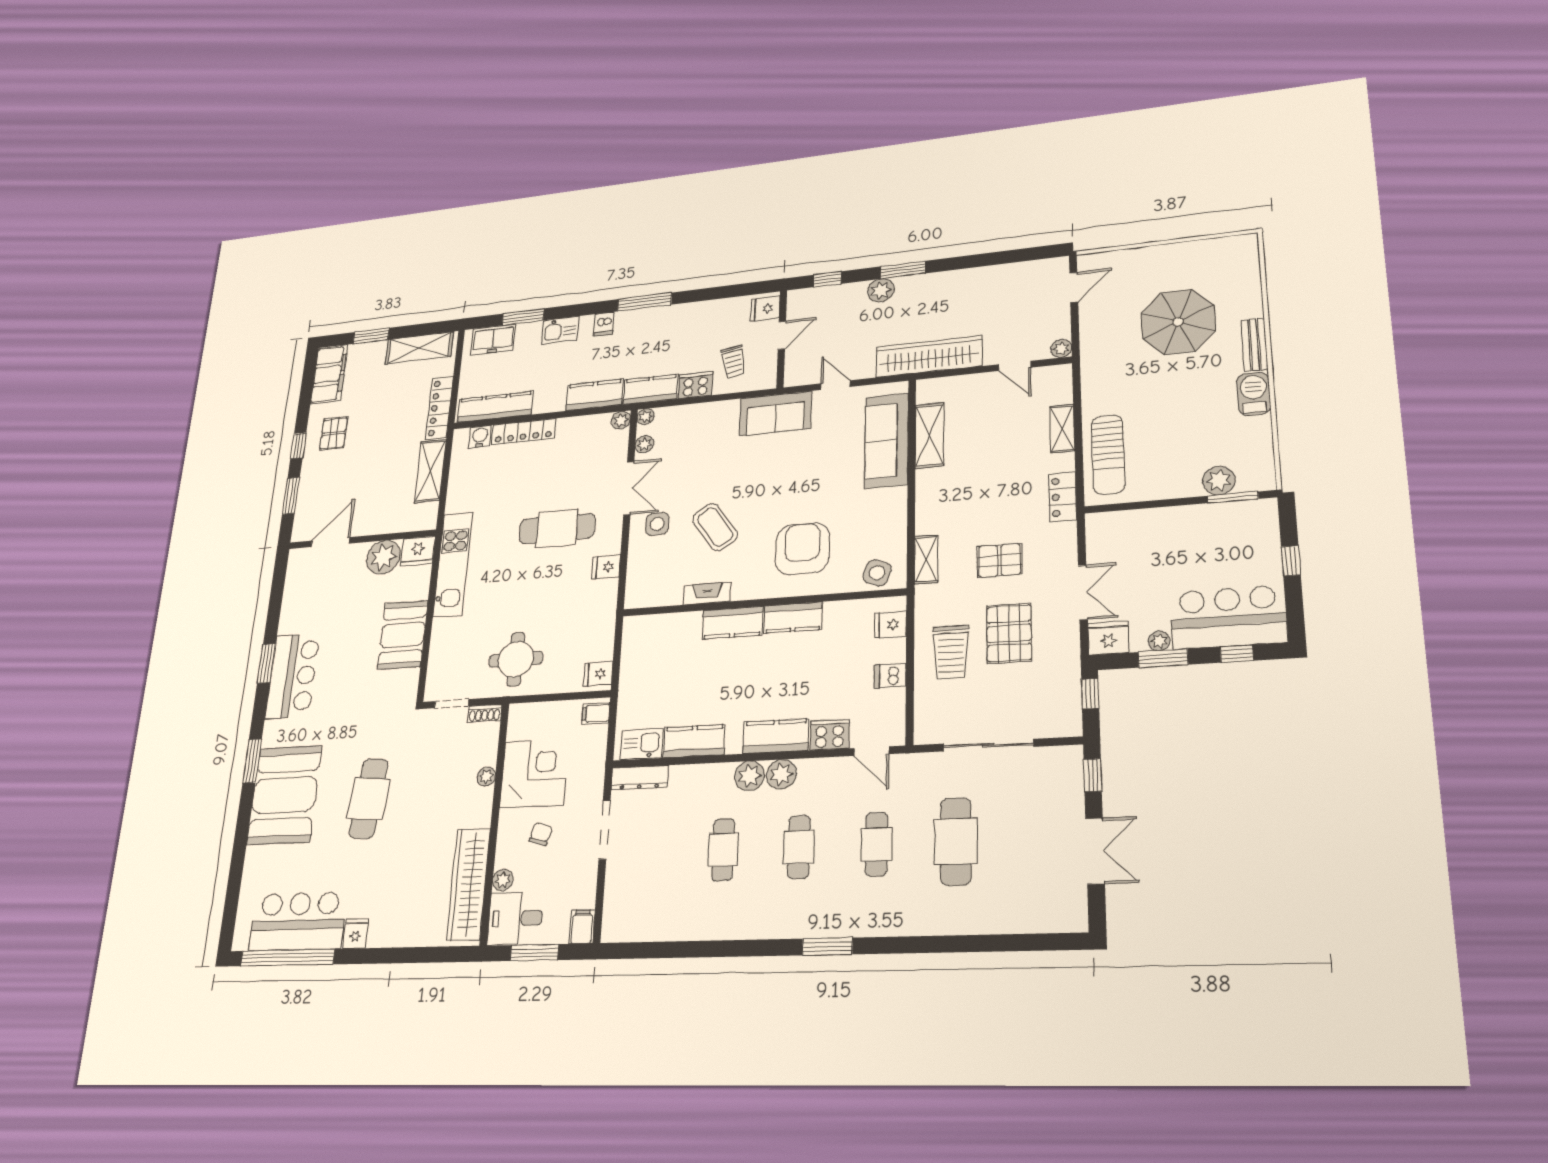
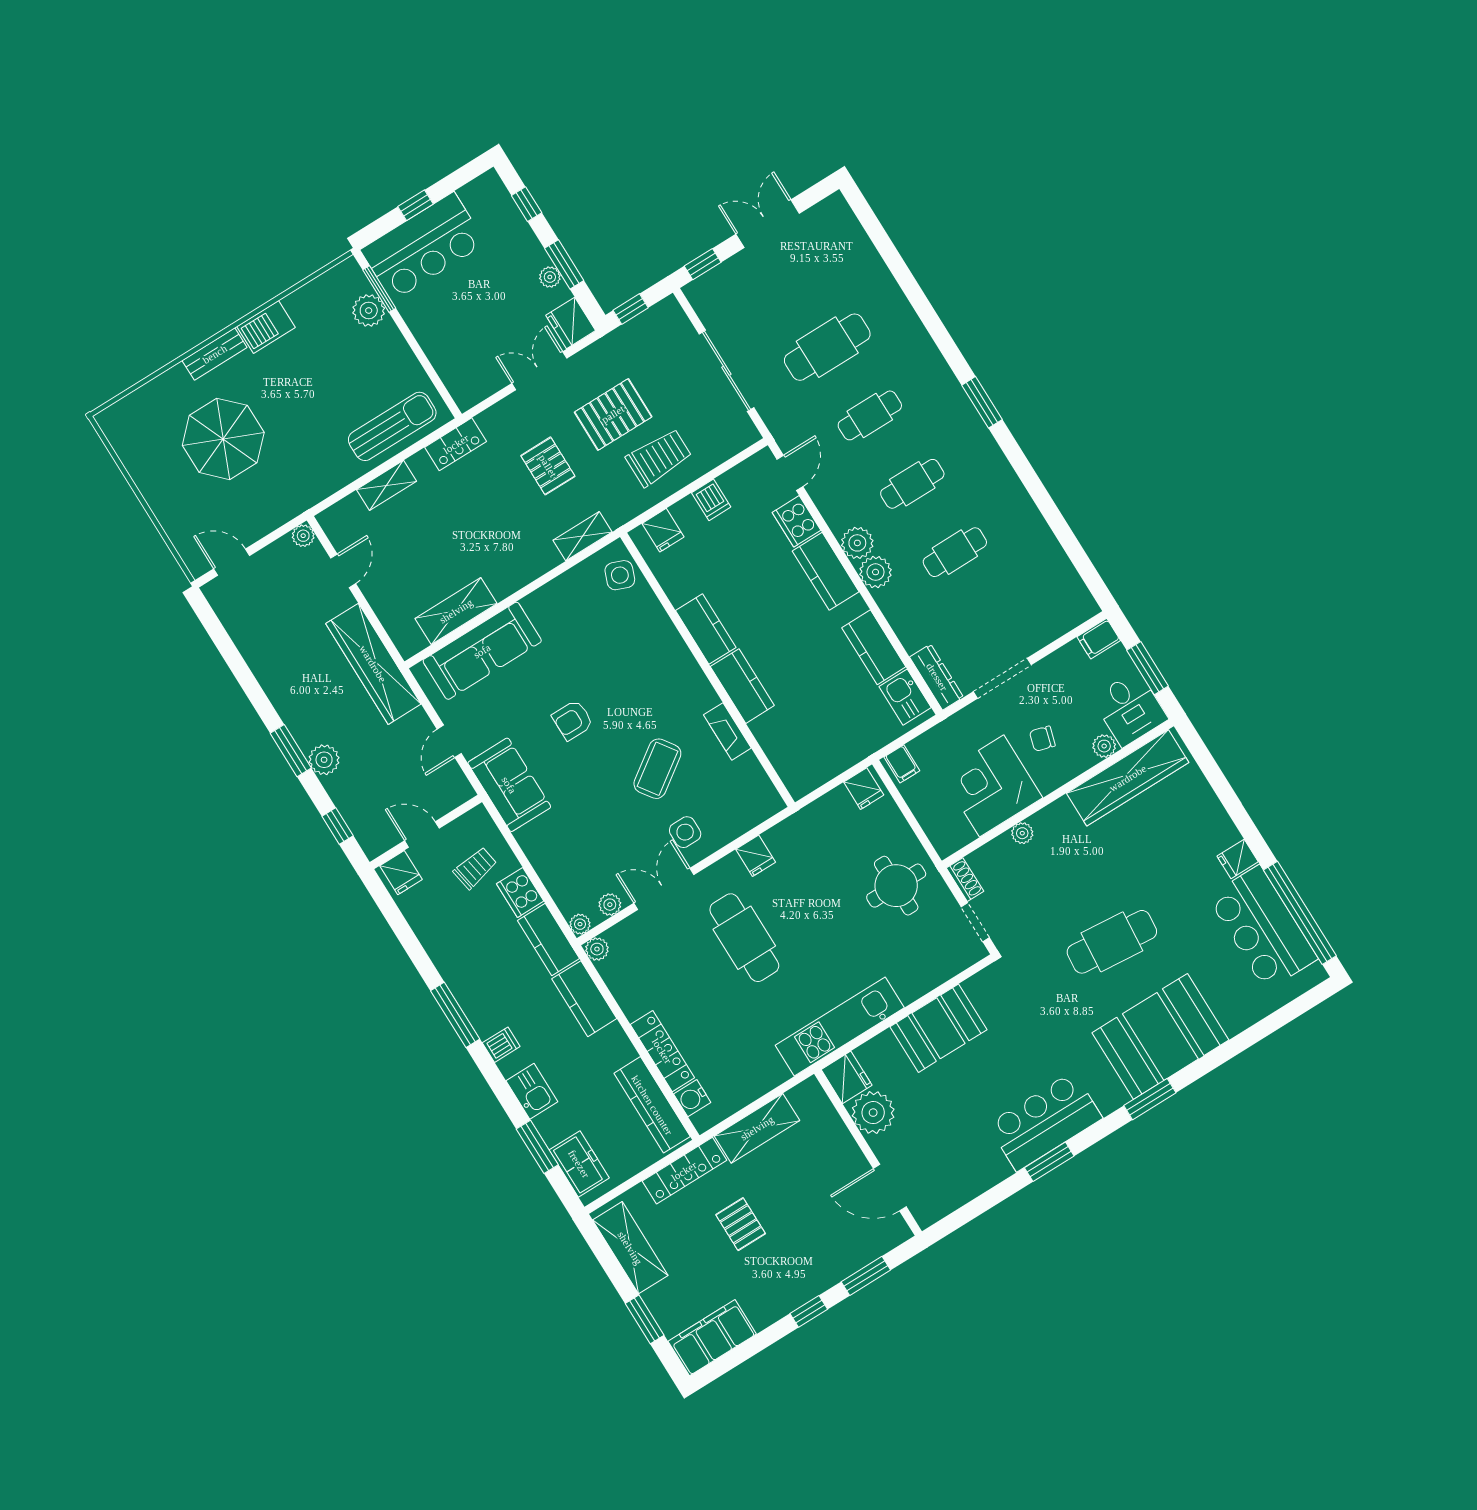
pallet: (334, 434) -> (741, 1224), moved, turned 90
armchair: (802, 549) -> (573, 720), moved, width x0.53, depth x0.53
bar counter: (1228, 617) -> (423, 247), moved, turned -90

